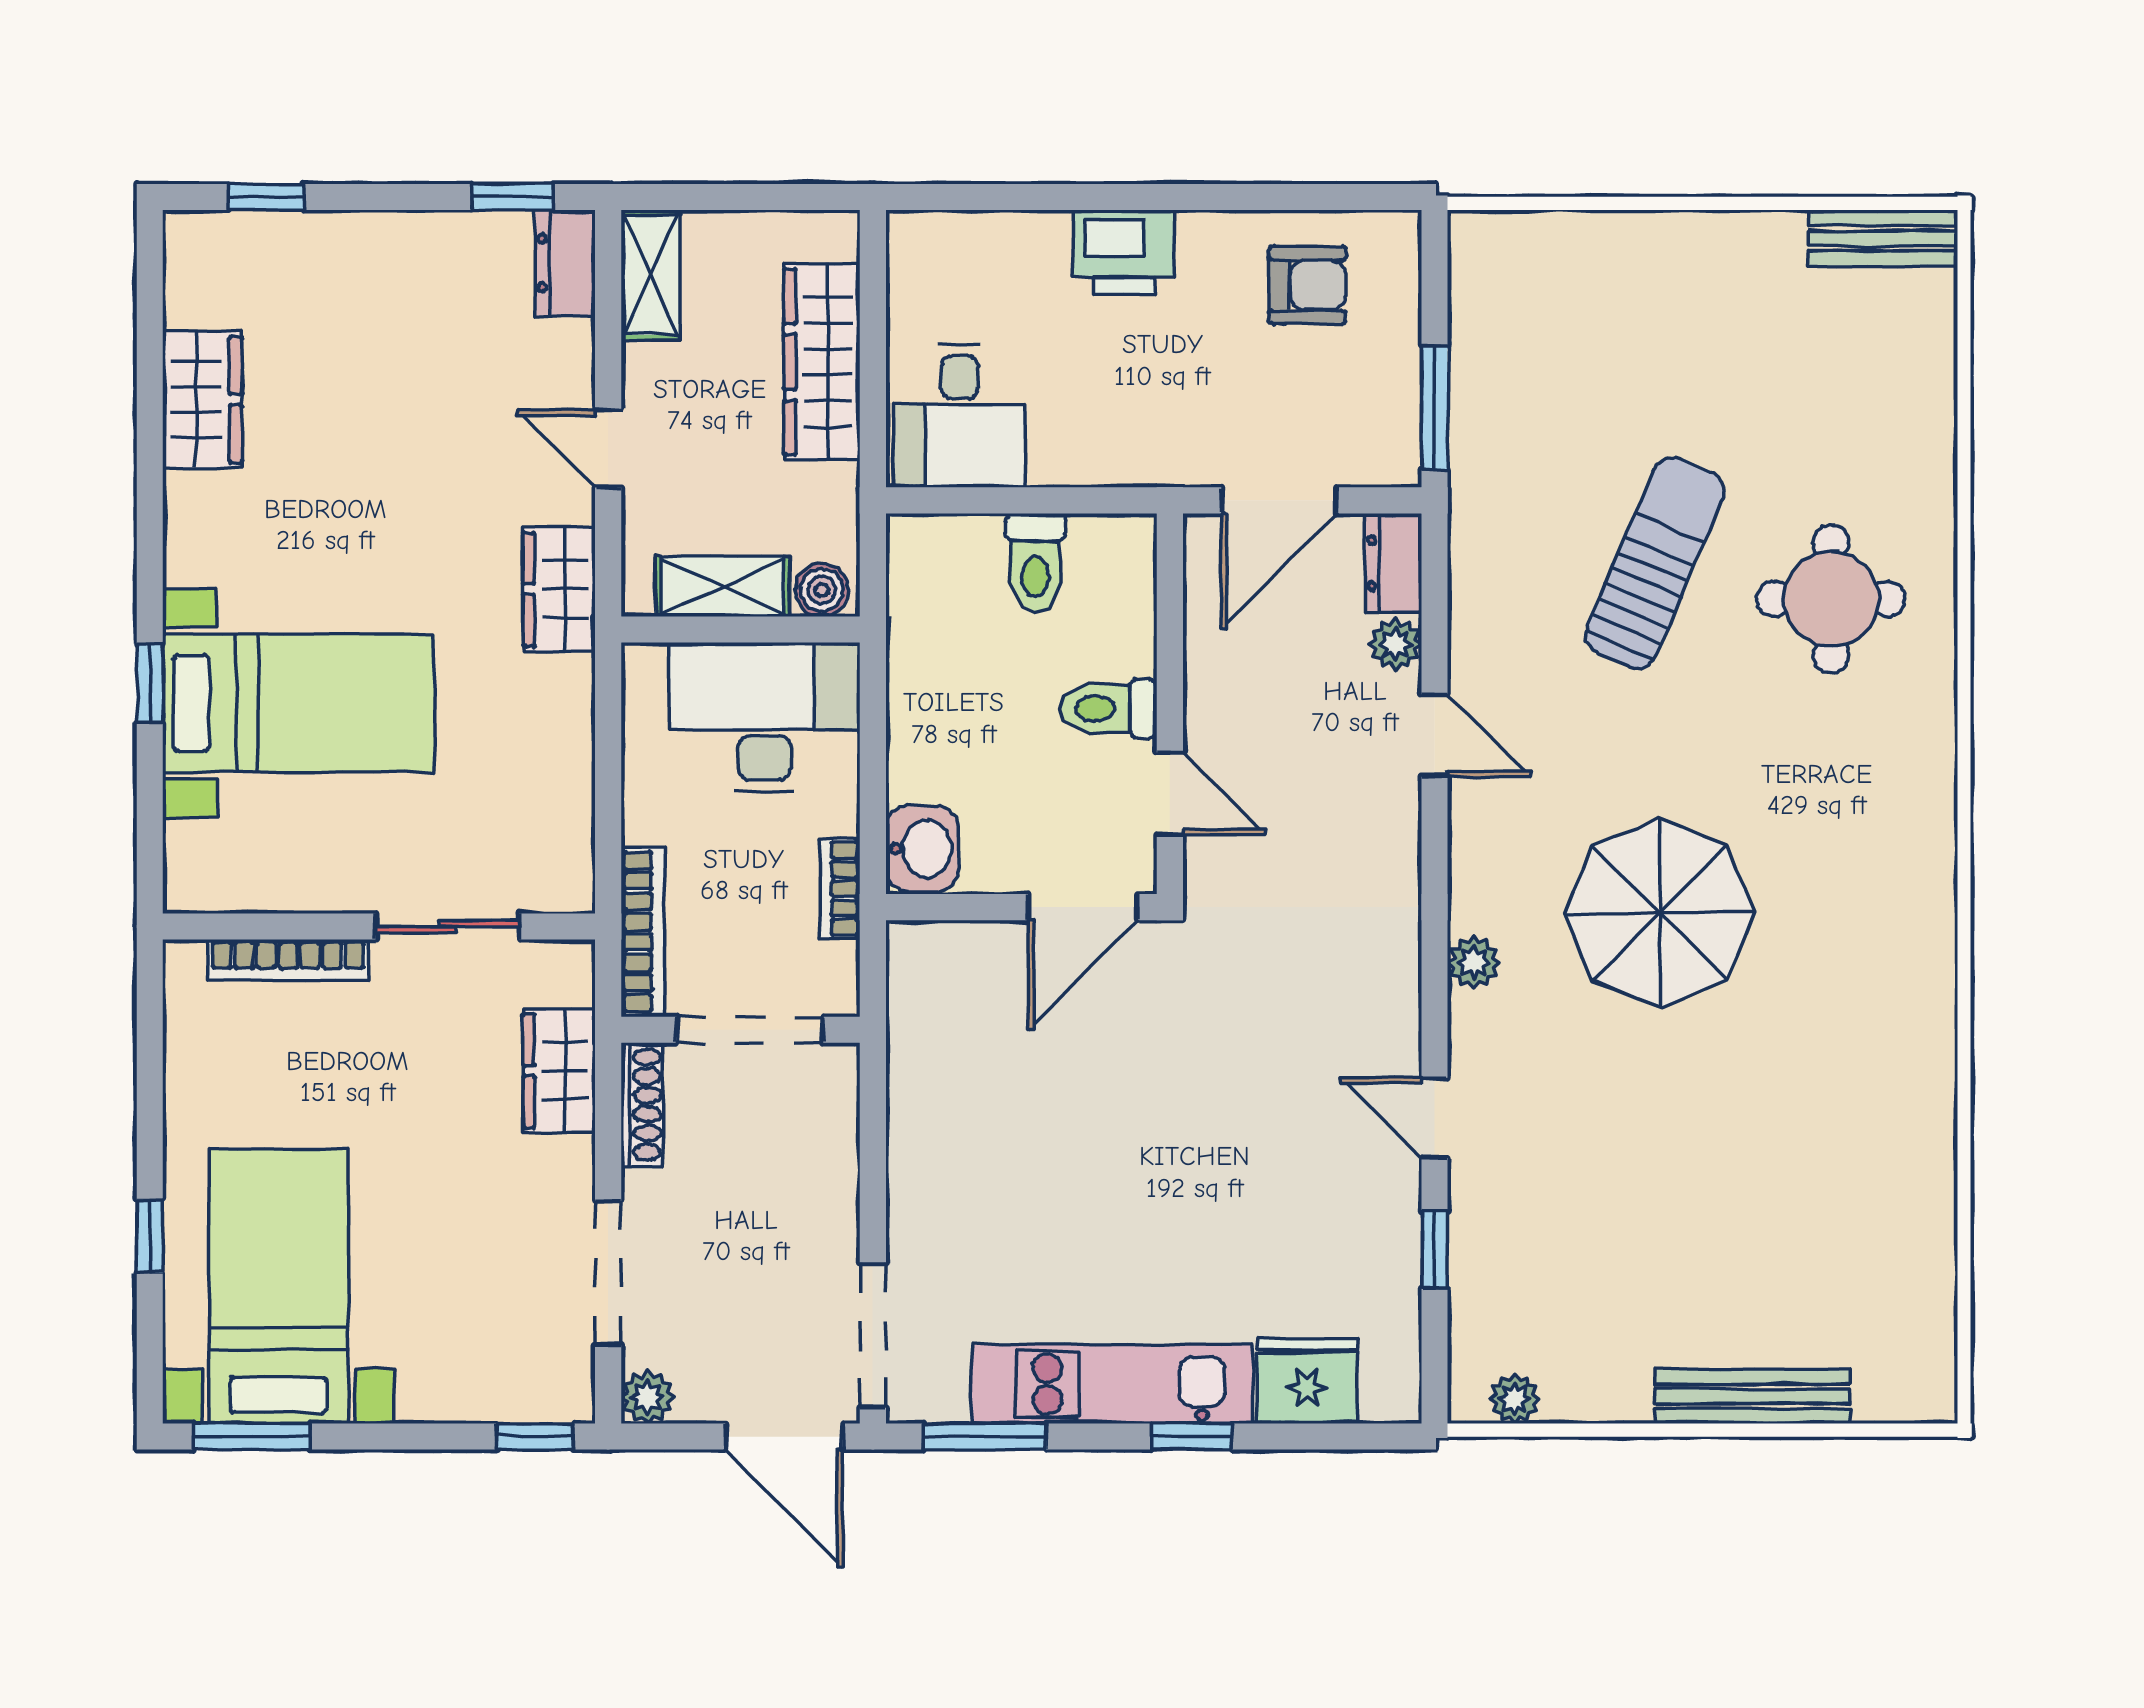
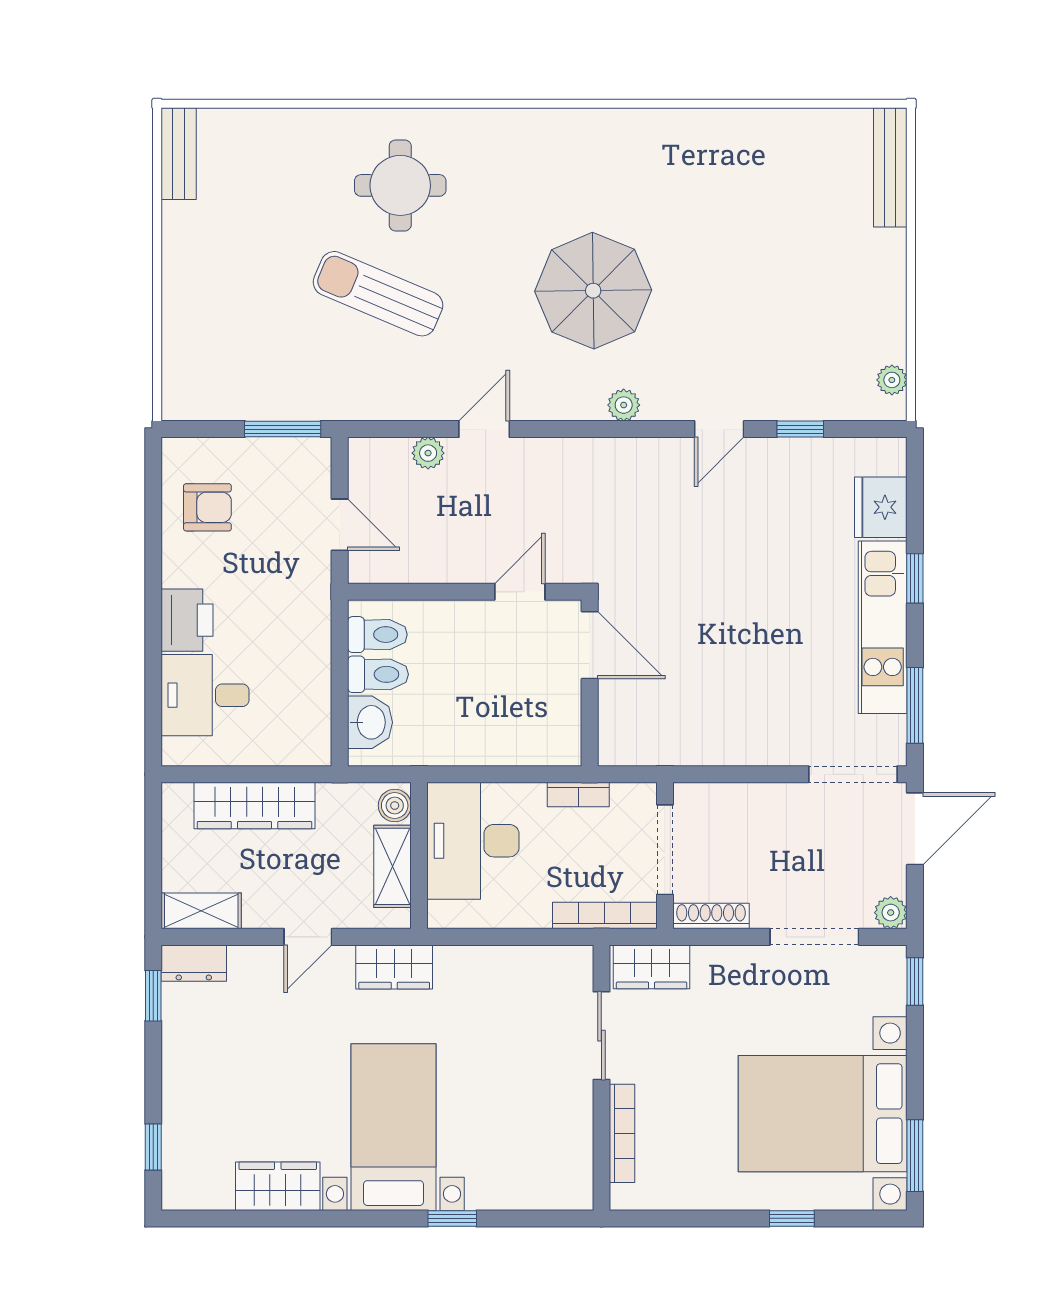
armchair: (1307, 285) -> (207, 507), turned 90
desk: (960, 416) -> (205, 695), moved, turned 180
door: (1279, 500) -> (340, 525), width x0.73
dresser: (1394, 563) -> (378, 454), removed
bed with nightstands: (299, 703) -> (393, 1127), moved
toilet: (1108, 709) -> (377, 635), moved, turned -90
washbasin: (922, 849) -> (370, 722), moved, turned 90
wardrobe: (559, 1071) -> (652, 967), moved
bed with nightstands: (279, 1286) -> (823, 1114), width x1.36
bench: (1753, 1396) -> (890, 167), moved

